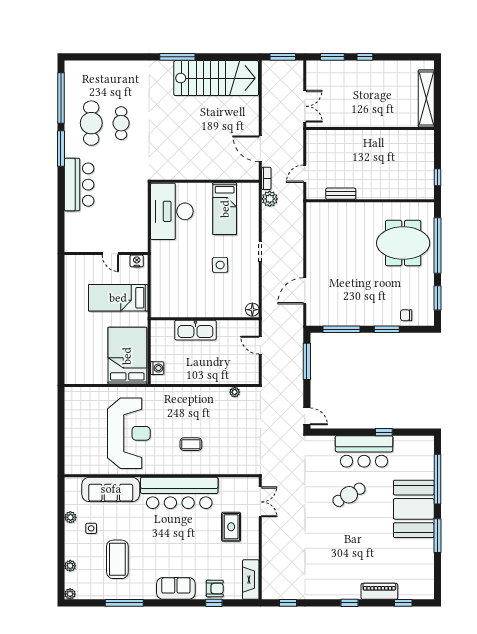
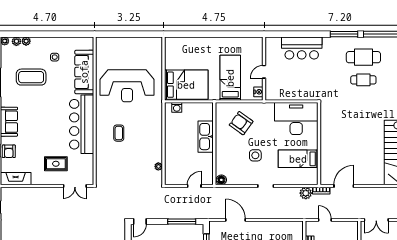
bar counter: (79, 185) -> (302, 48), moved
armchair: (178, 284) -> (241, 123), added
plant: (70, 517) -> (16, 41), moved

